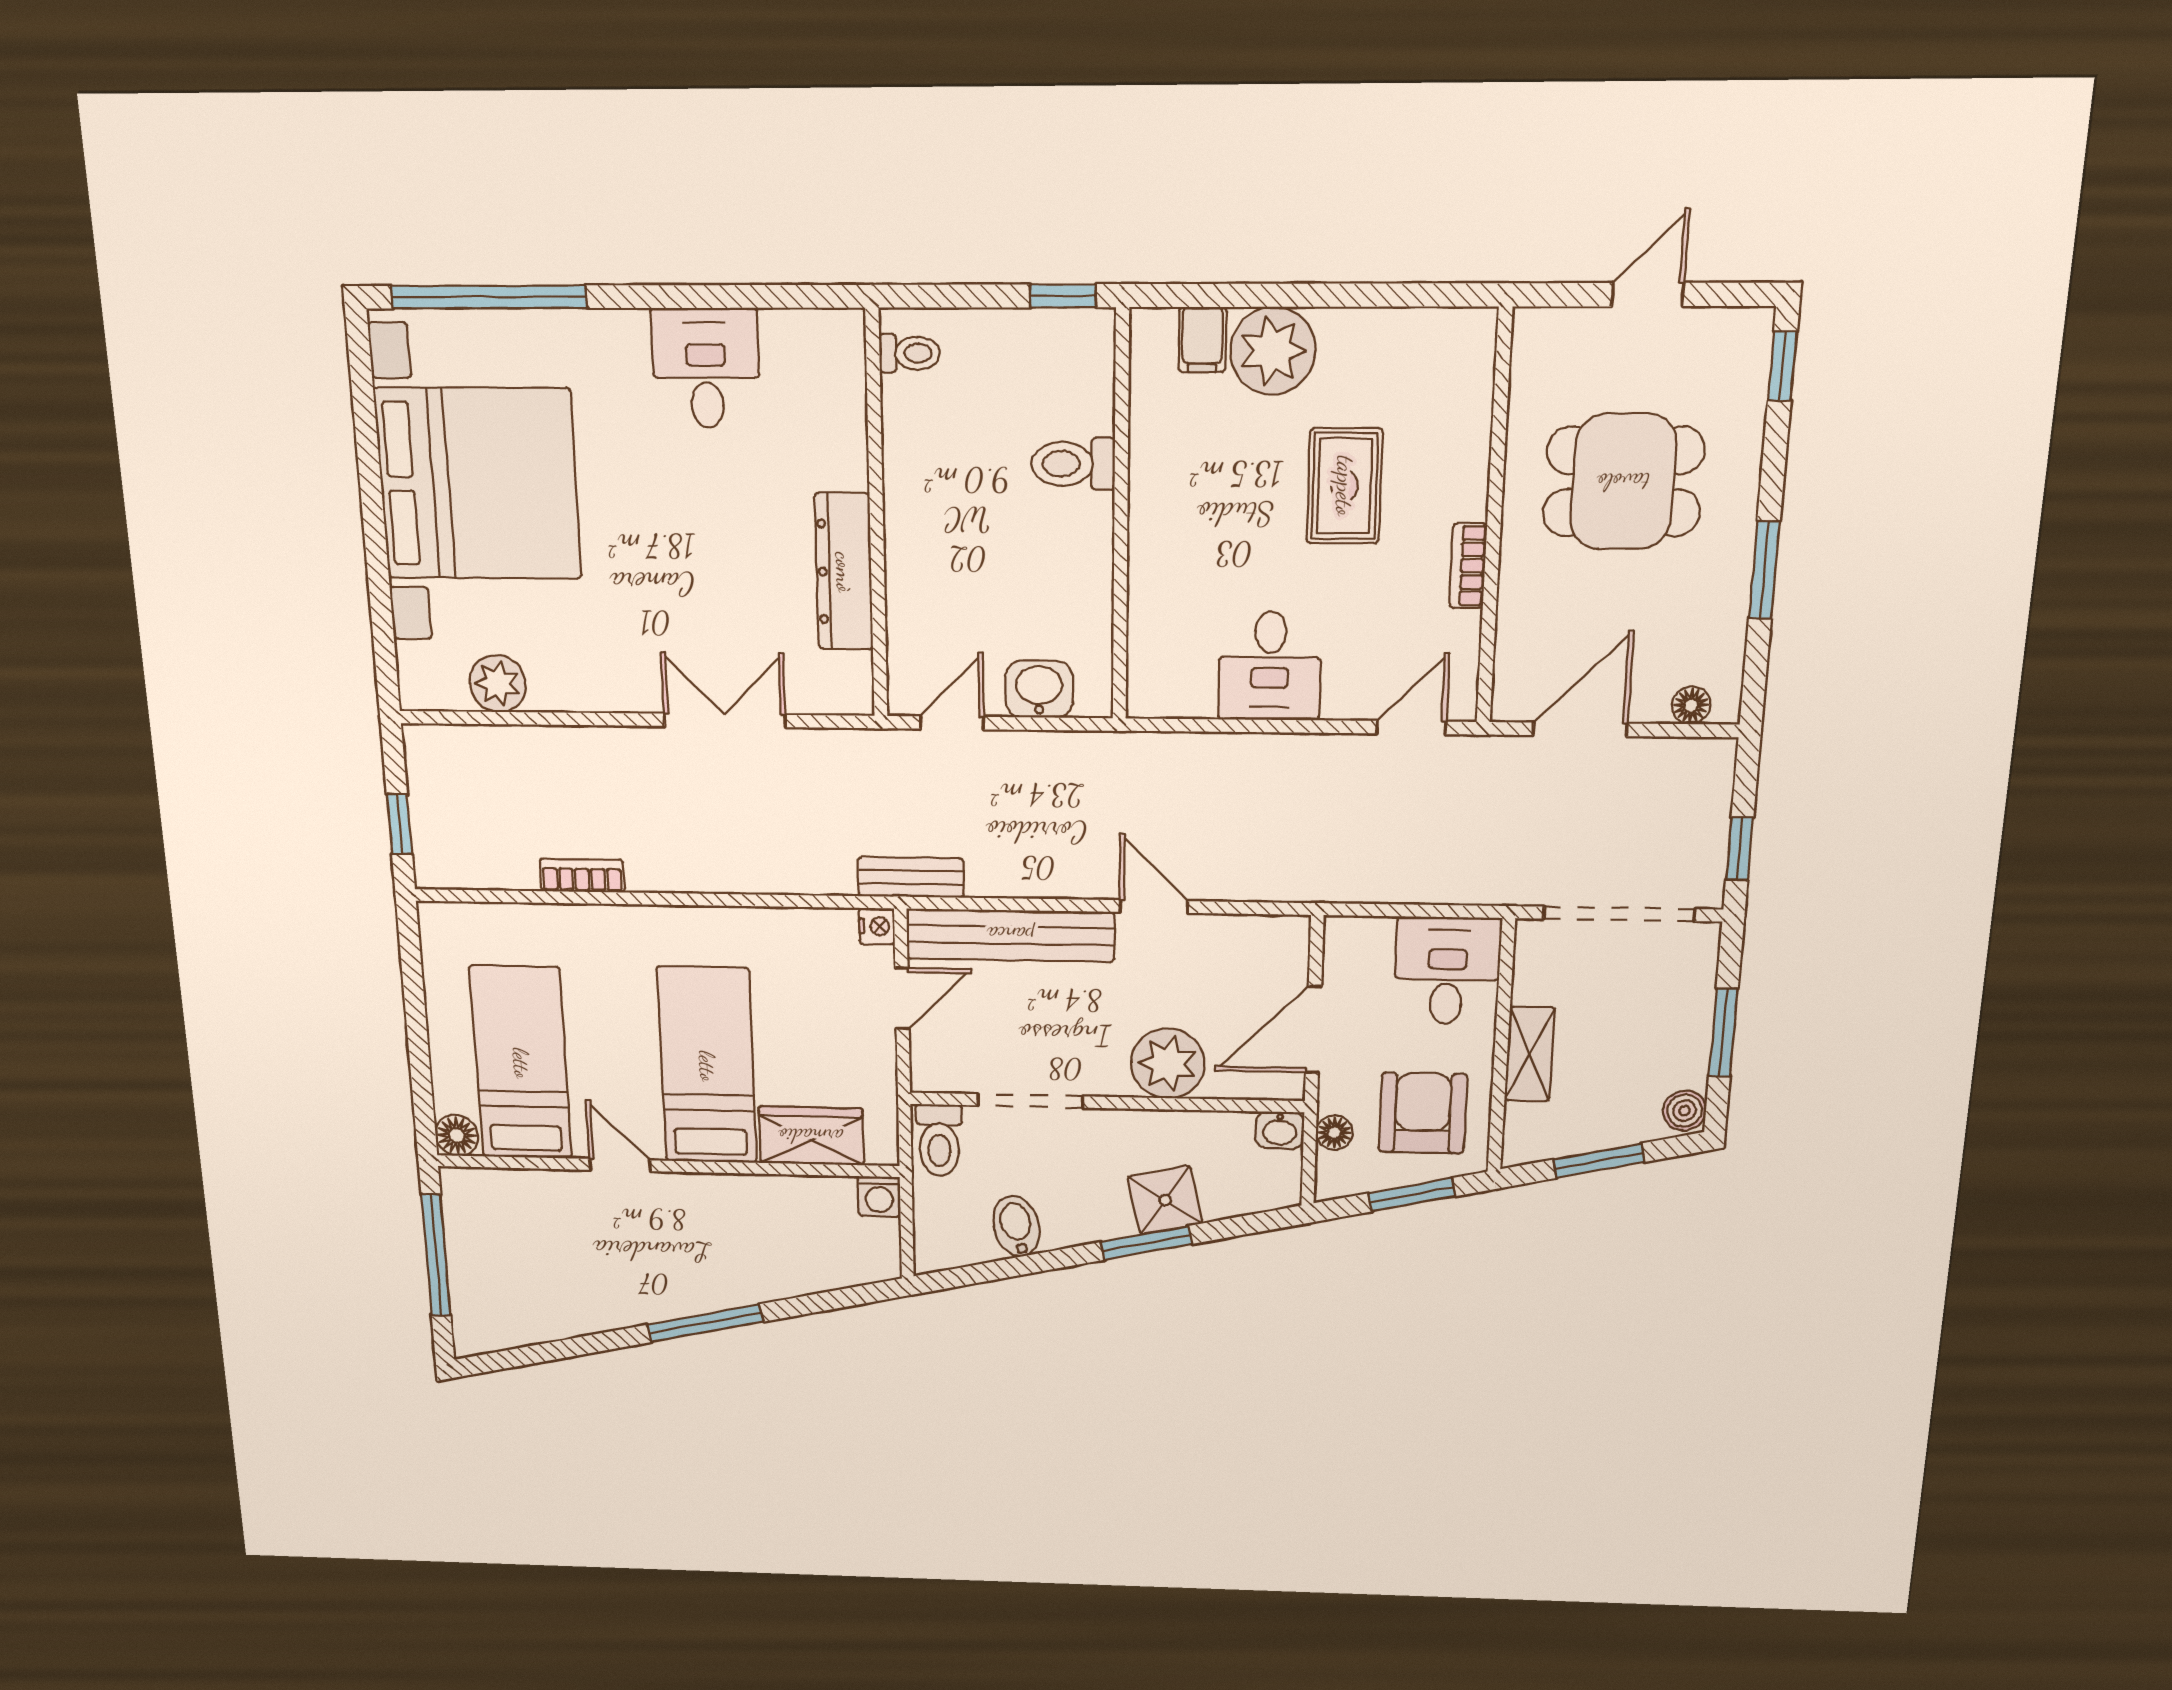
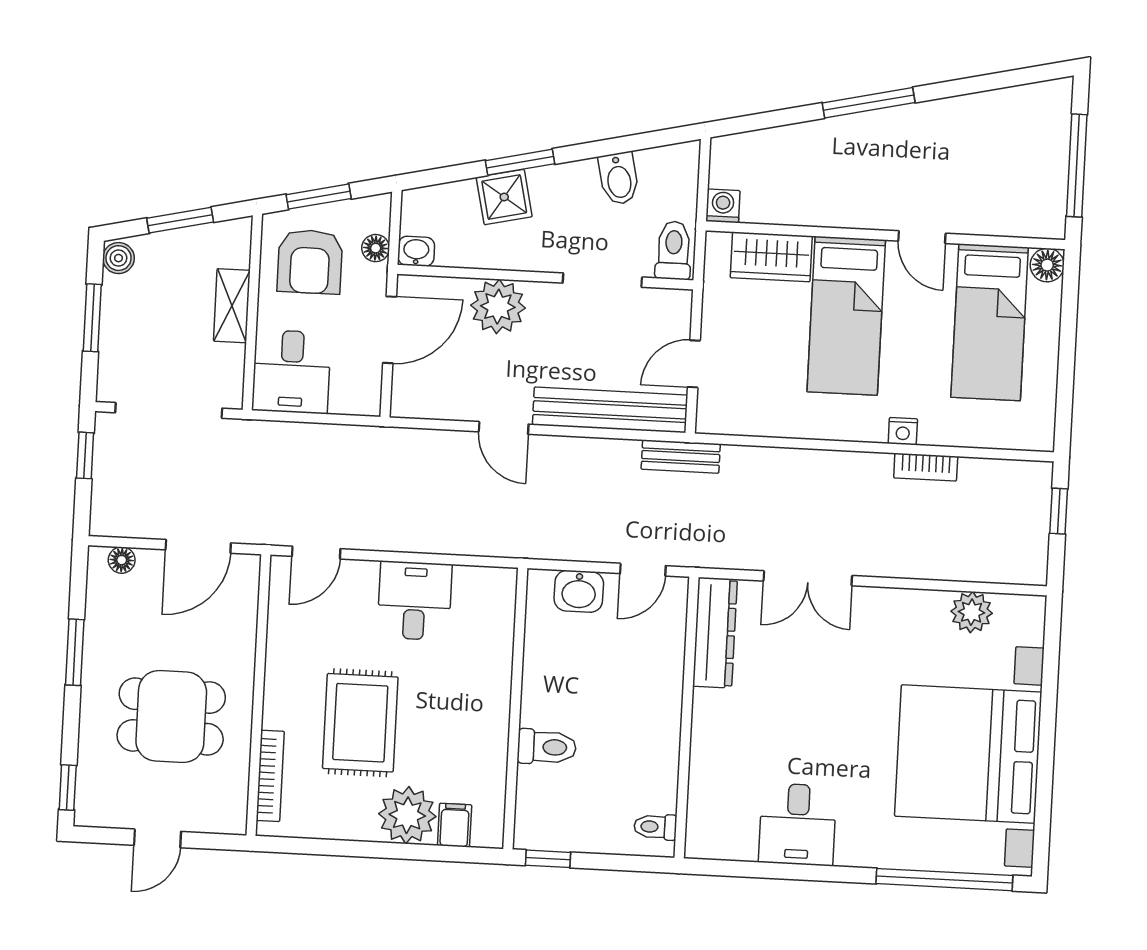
rug: (1345, 486) -> (360, 723), width x1.36, depth x1.43
bookcase: (1468, 566) -> (270, 776), moved, width x1.56
dresser: (844, 572) -> (715, 633), moved
nightstand: (877, 926) -> (903, 431), moved, turned -90

